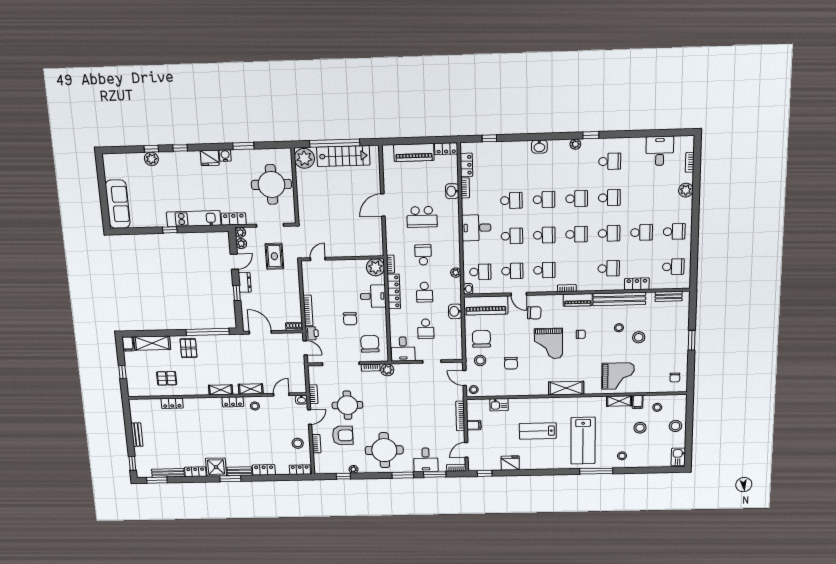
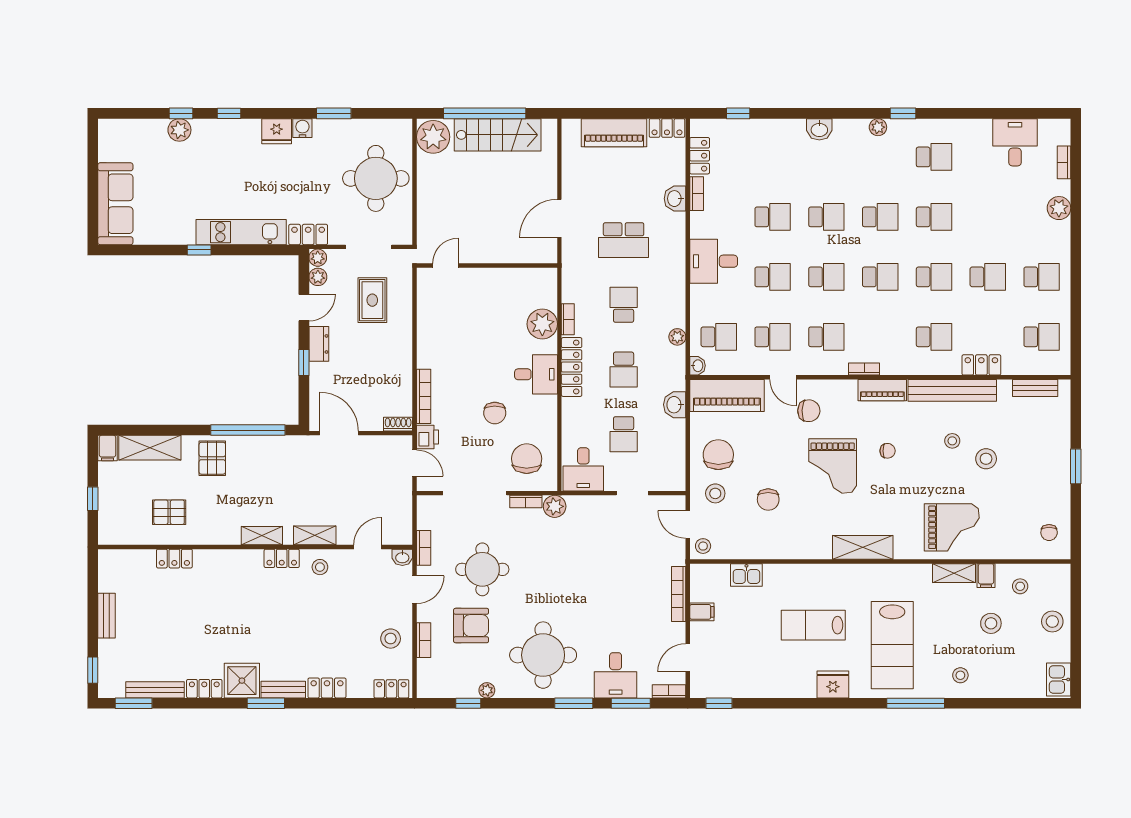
wall: (342, 258) -> (487, 266), moved
door: (318, 259) -> (445, 266), moved
fridge: (510, 463) -> (833, 684), moved

